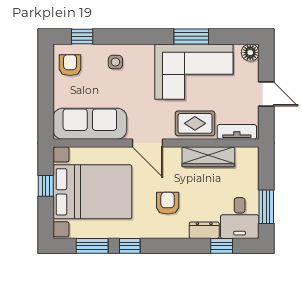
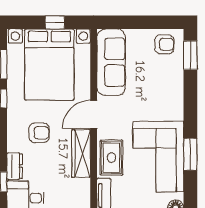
window: (82, 36) -> (190, 55), width x1.50
side table: (115, 62) -> (167, 85), removed
wardrobe: (208, 157) -> (81, 153), moved

